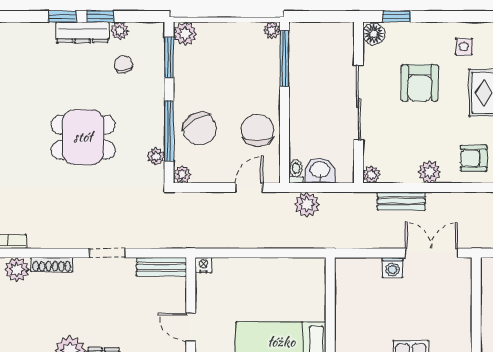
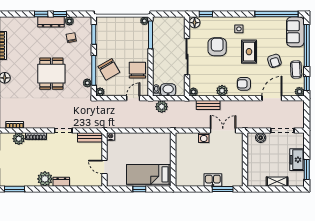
plant: (185, 34) -> (102, 23), removed
armchair: (420, 83) -> (217, 47), turned 180
dining table: (83, 137) -> (51, 74), turned 90

